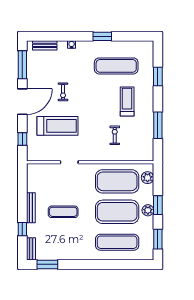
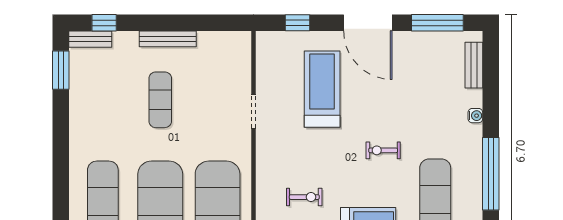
window: (102, 36) -> (491, 174), width x2.11
exercise bike: (63, 92) -> (383, 150), moved
treadmill: (57, 126) -> (322, 89), turned 180
window: (22, 229) -> (104, 23), moved

